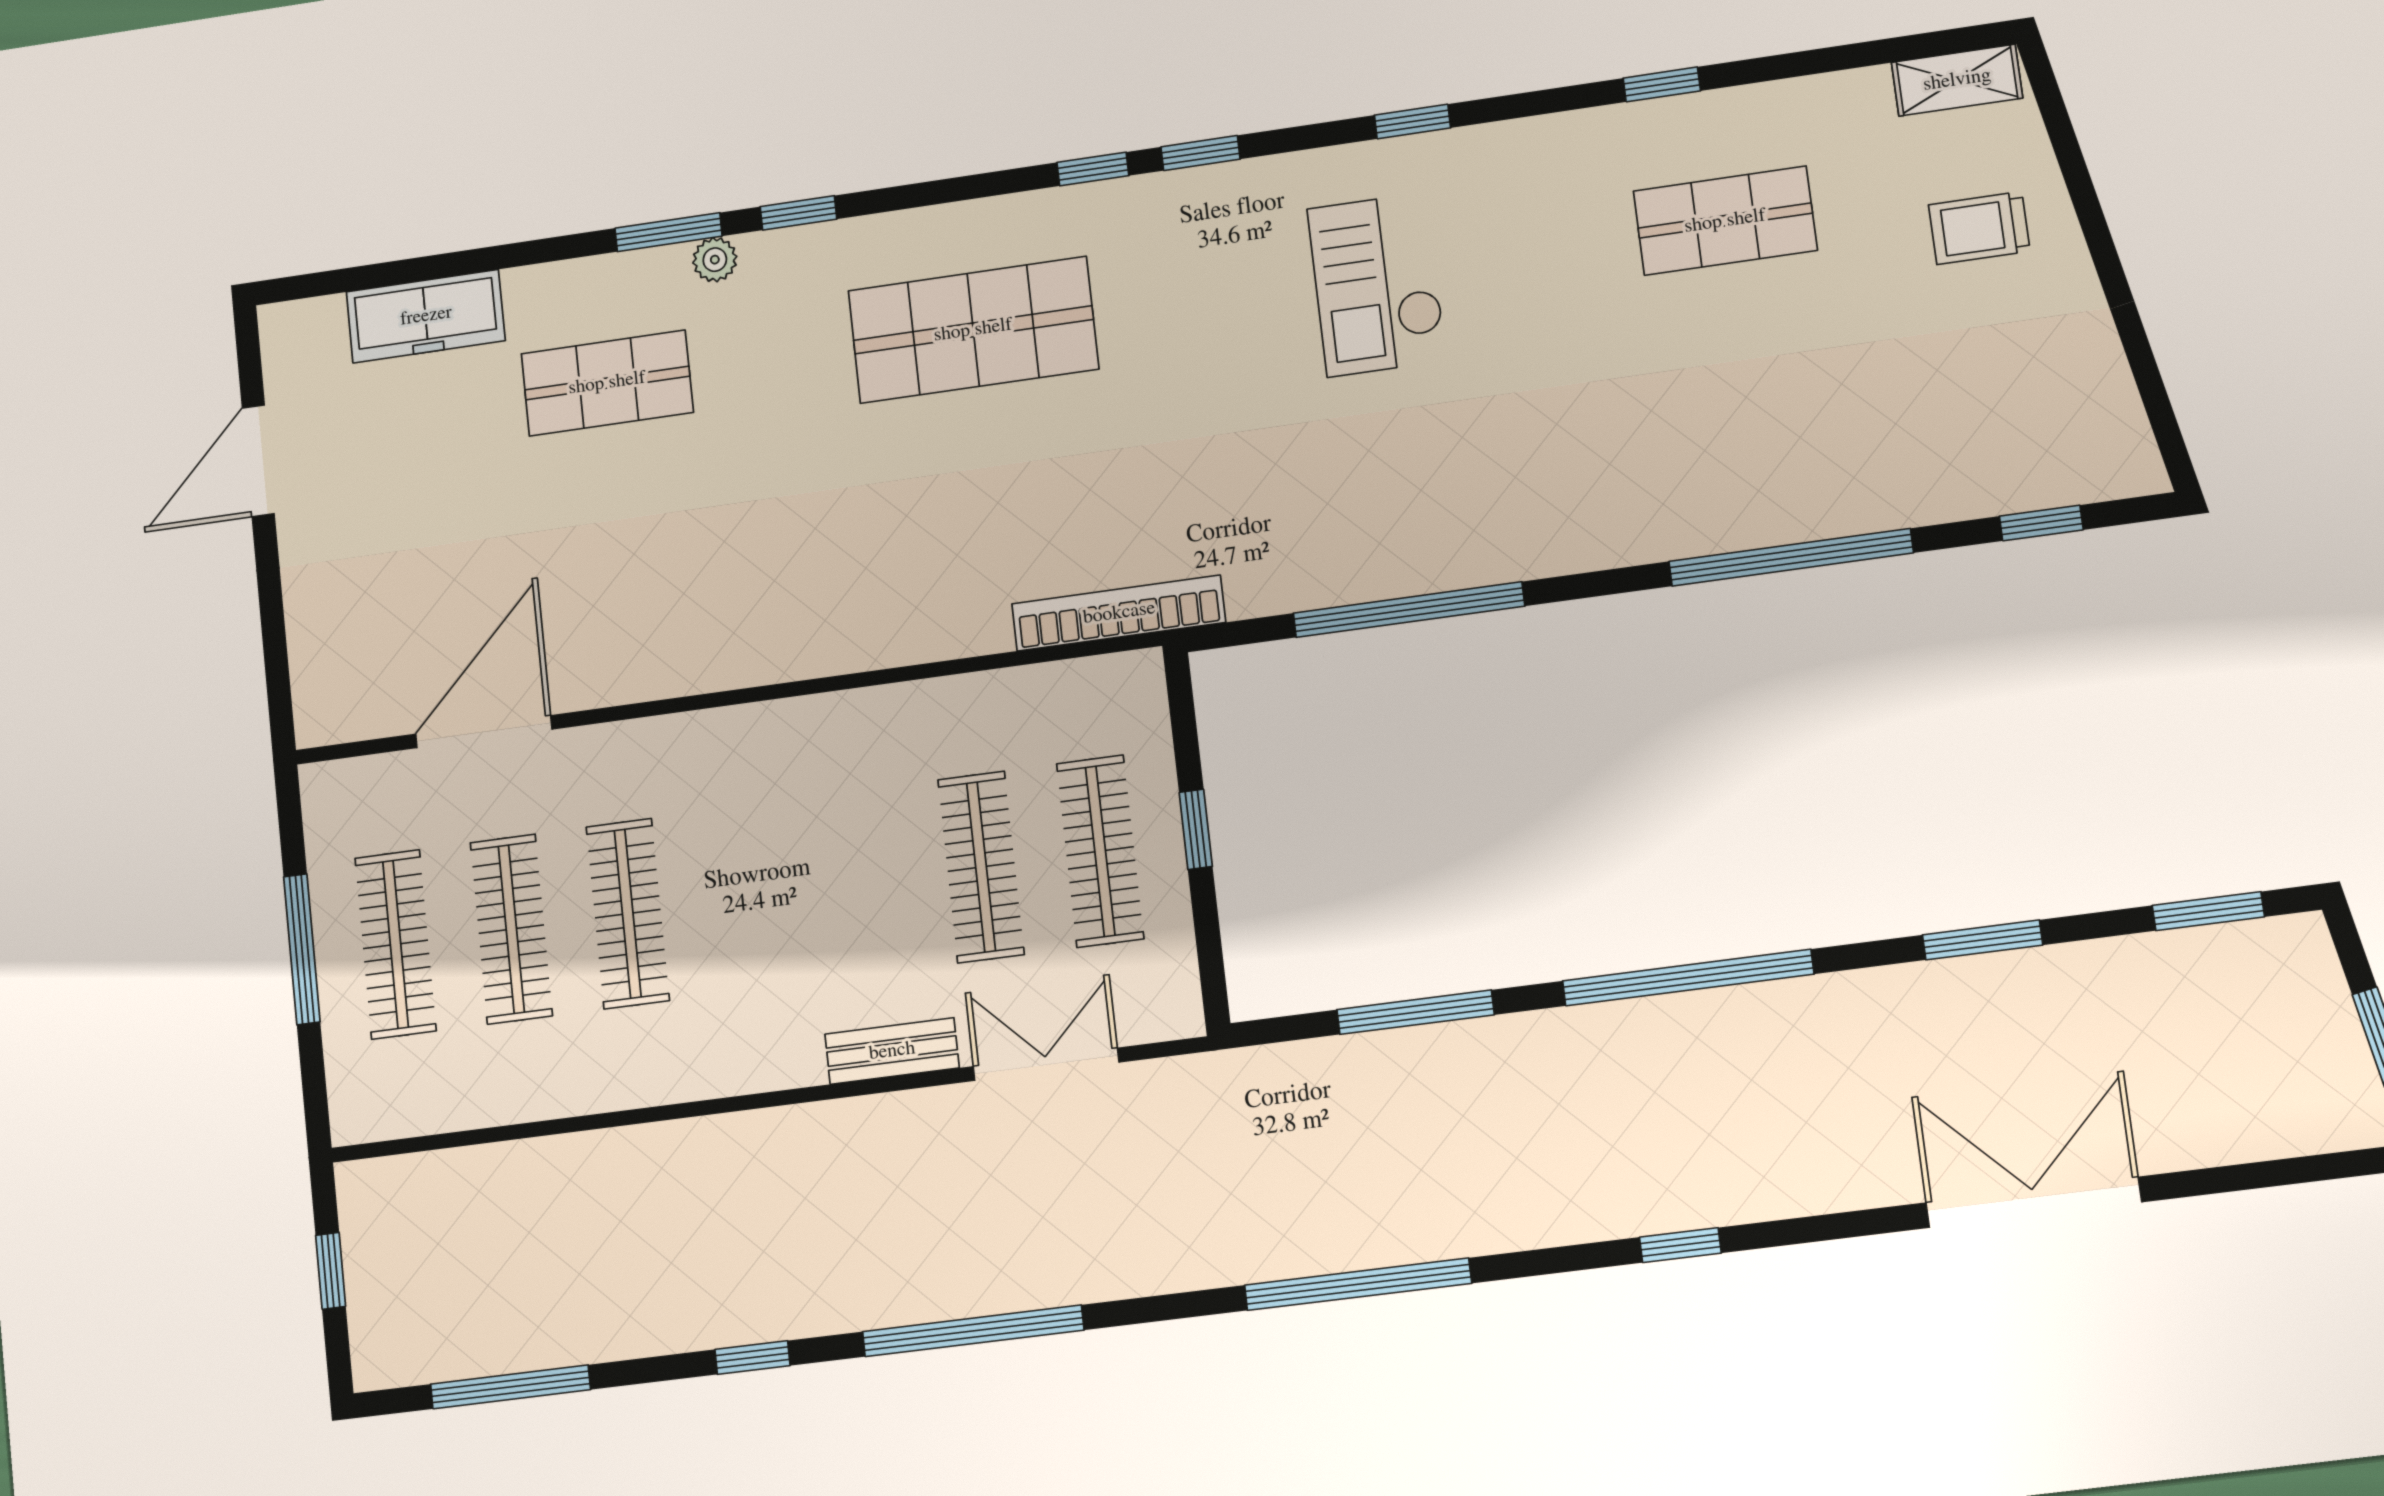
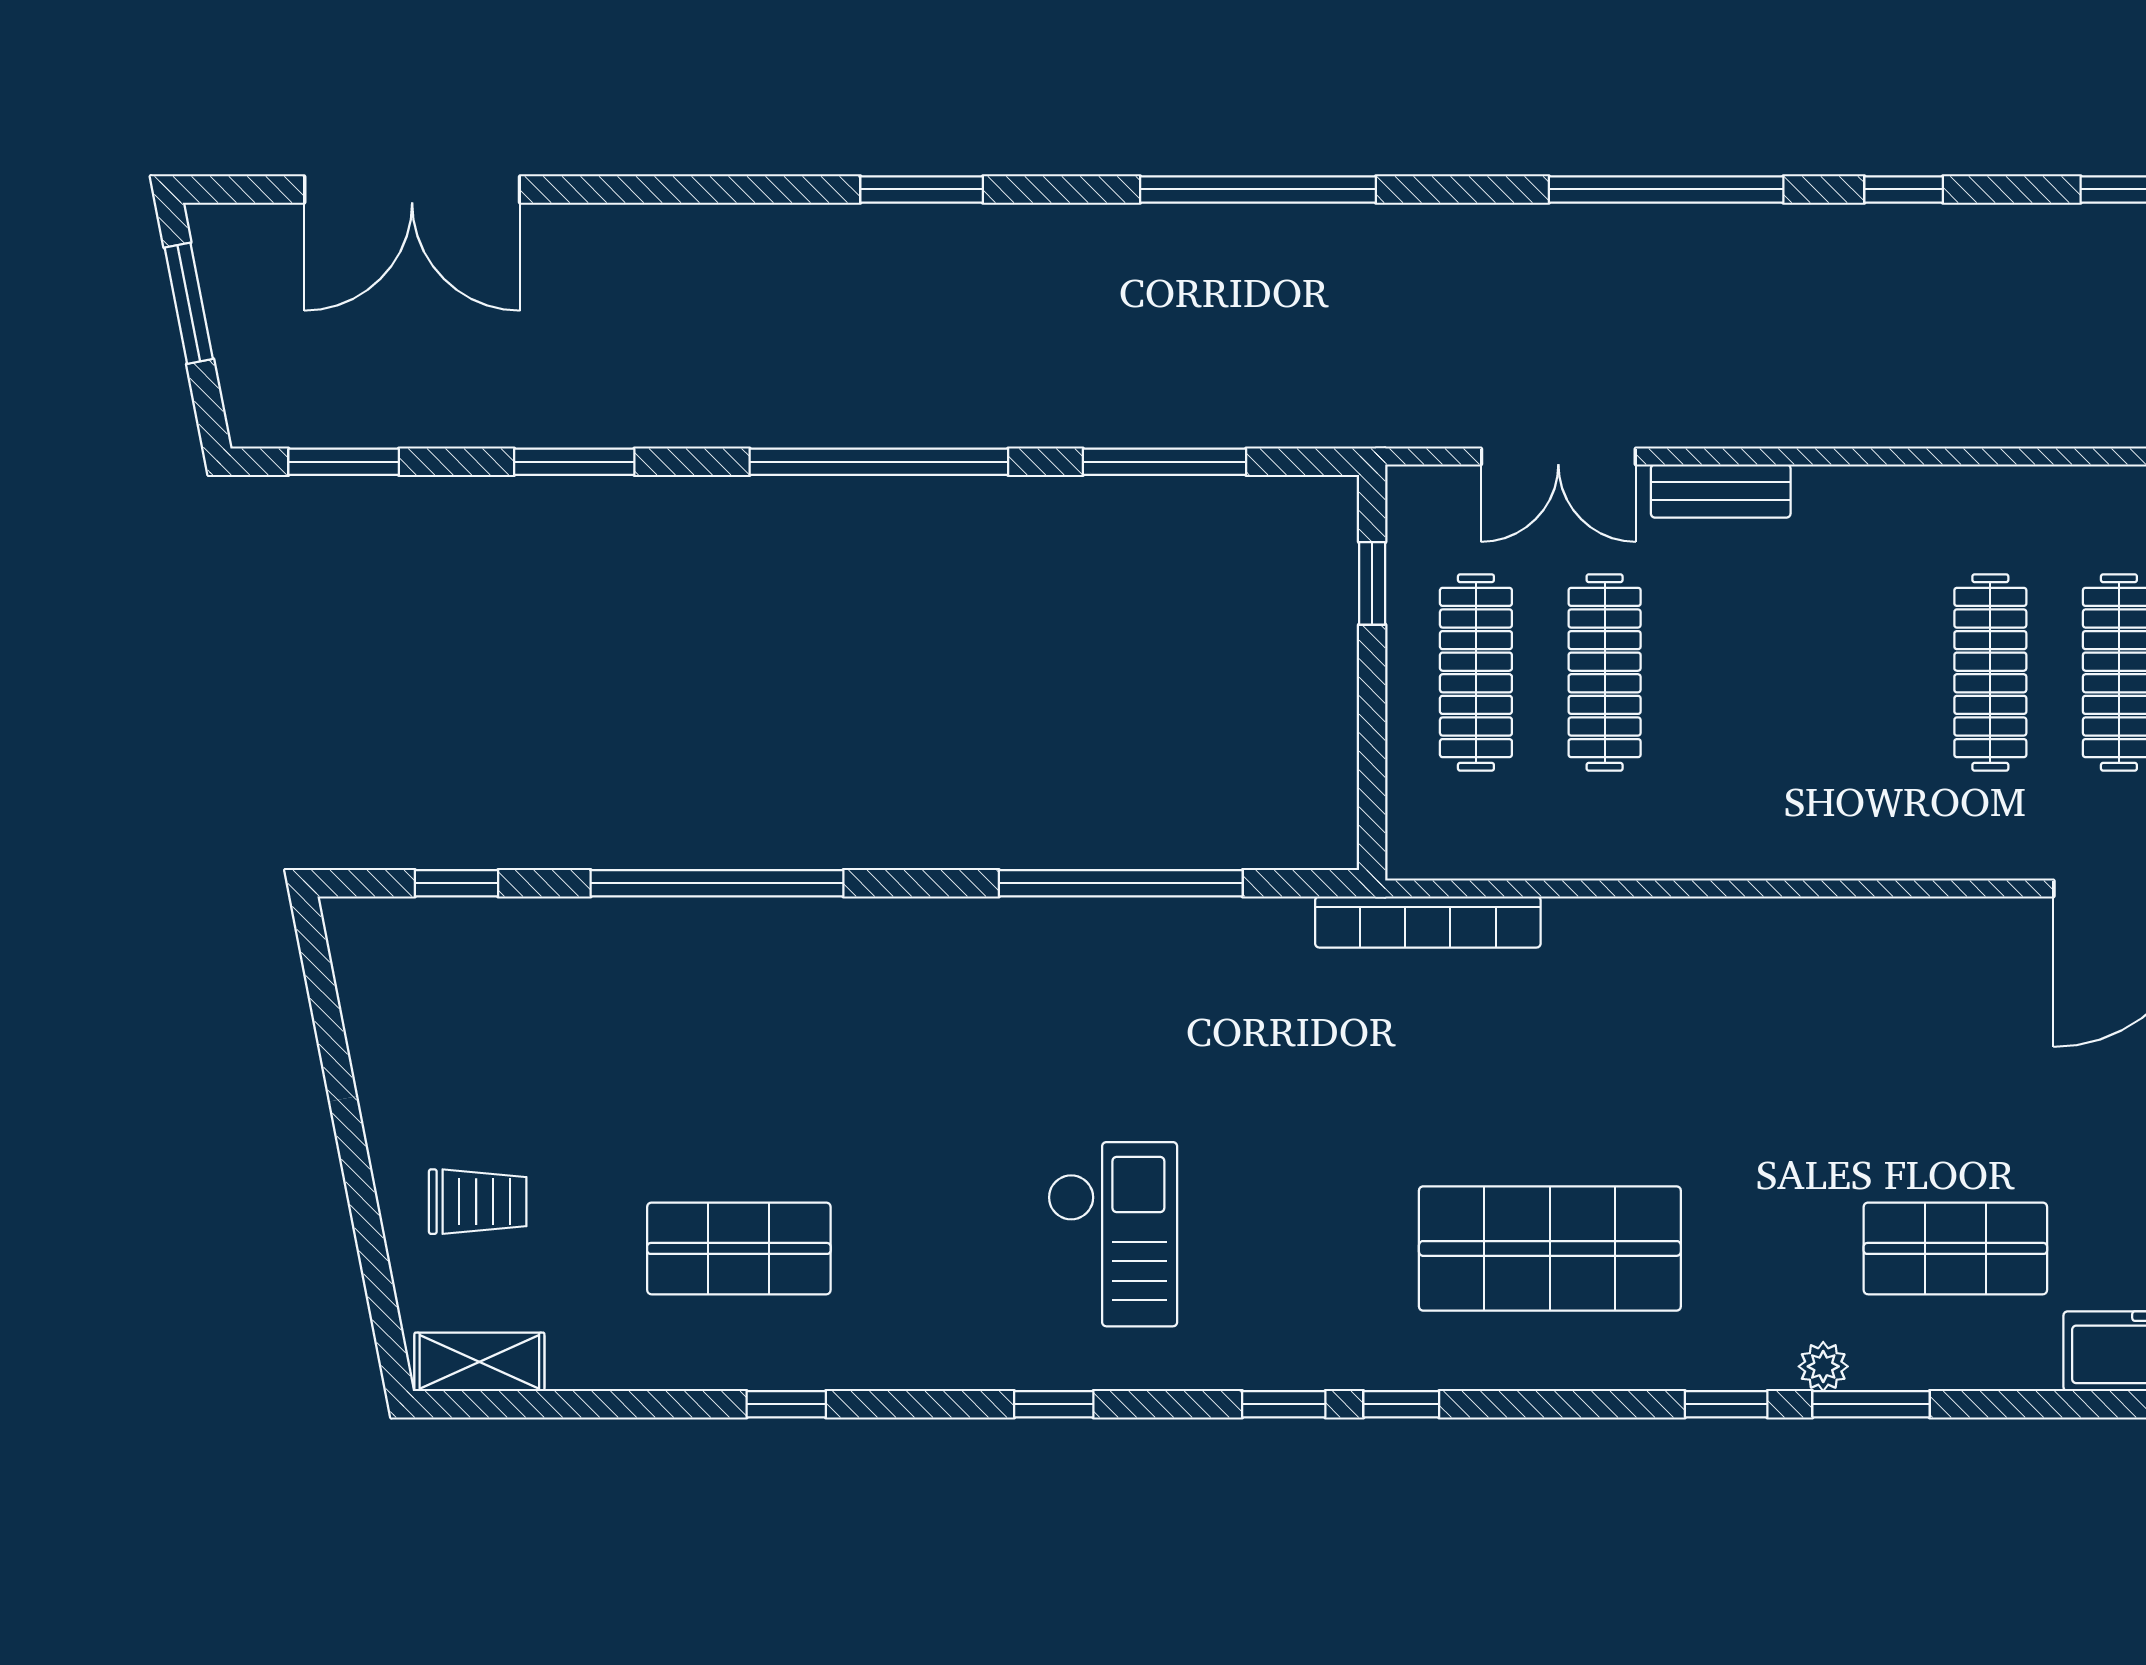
window: (1196, 829) -> (1372, 583), moved
double door: (2034, 1202) -> (412, 189), moved
window: (1680, 1245) -> (922, 189), width x1.50

